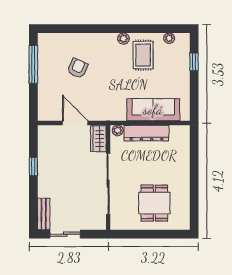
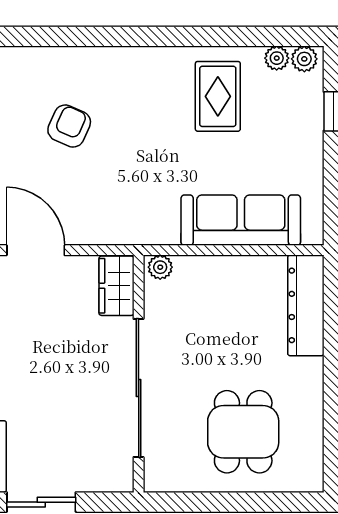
plant: (123, 39) -> (304, 59), moved
door: (75, 123) -> (36, 250), moved
dresser: (146, 133) -> (306, 305), moved, turned 90

